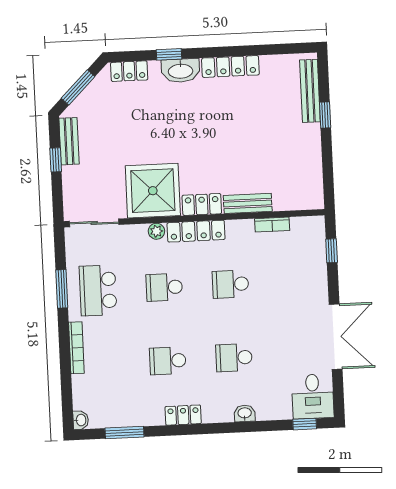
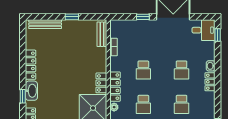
window: (325, 115) -> (72, 17), moved
bench: (248, 203) -> (102, 34), moved
window: (332, 251) -> (143, 17), moved
locker: (183, 415) -> (210, 82), moved

